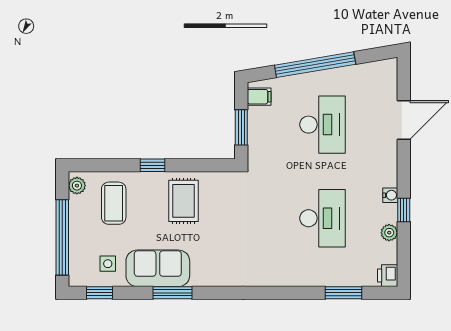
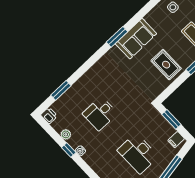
desk: (323, 218) -> (100, 114), width x0.73
sofa: (158, 268) -> (136, 39), moved
window: (172, 293) -> (117, 37), moved

